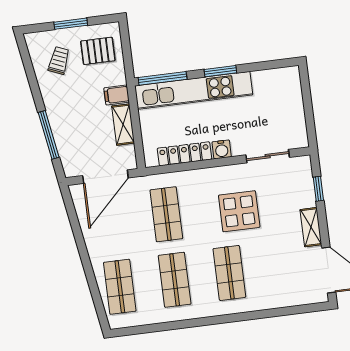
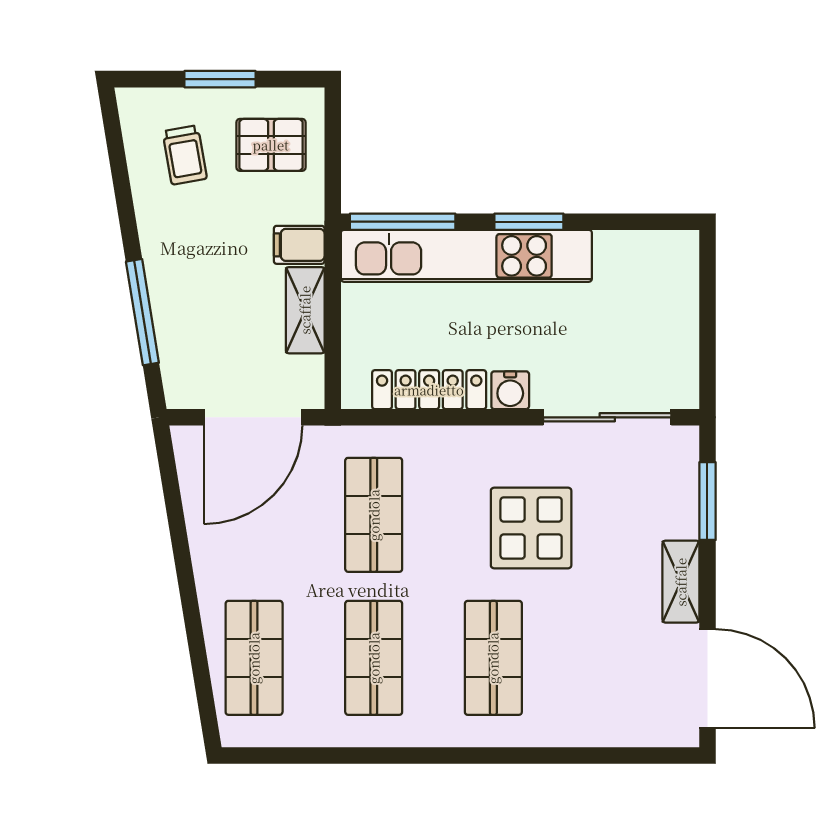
trolley: (59, 60) -> (185, 155), turned 148
sliding door: (268, 156) -> (607, 417), width x1.37
window: (318, 189) -> (707, 501), width x1.50

